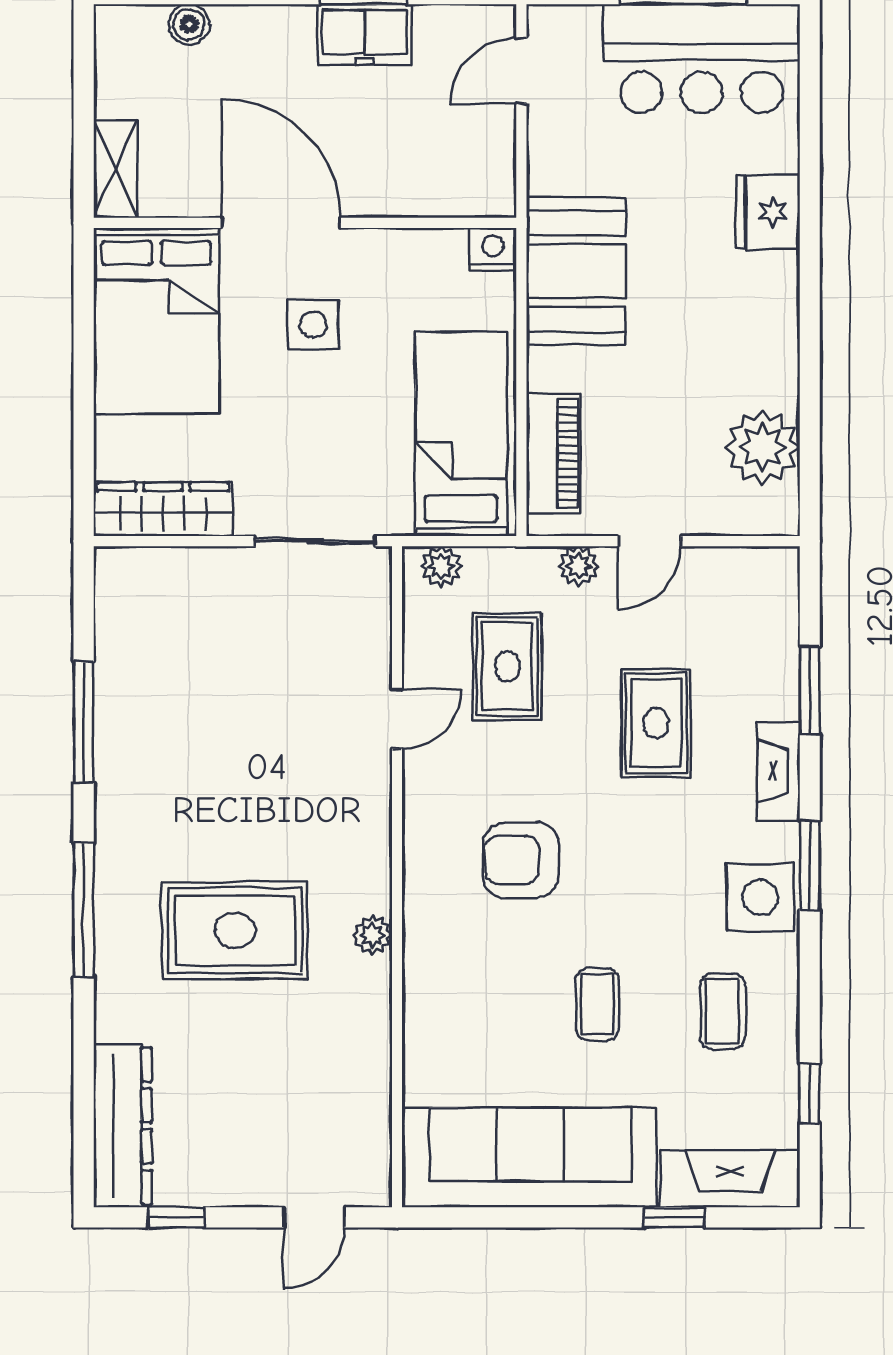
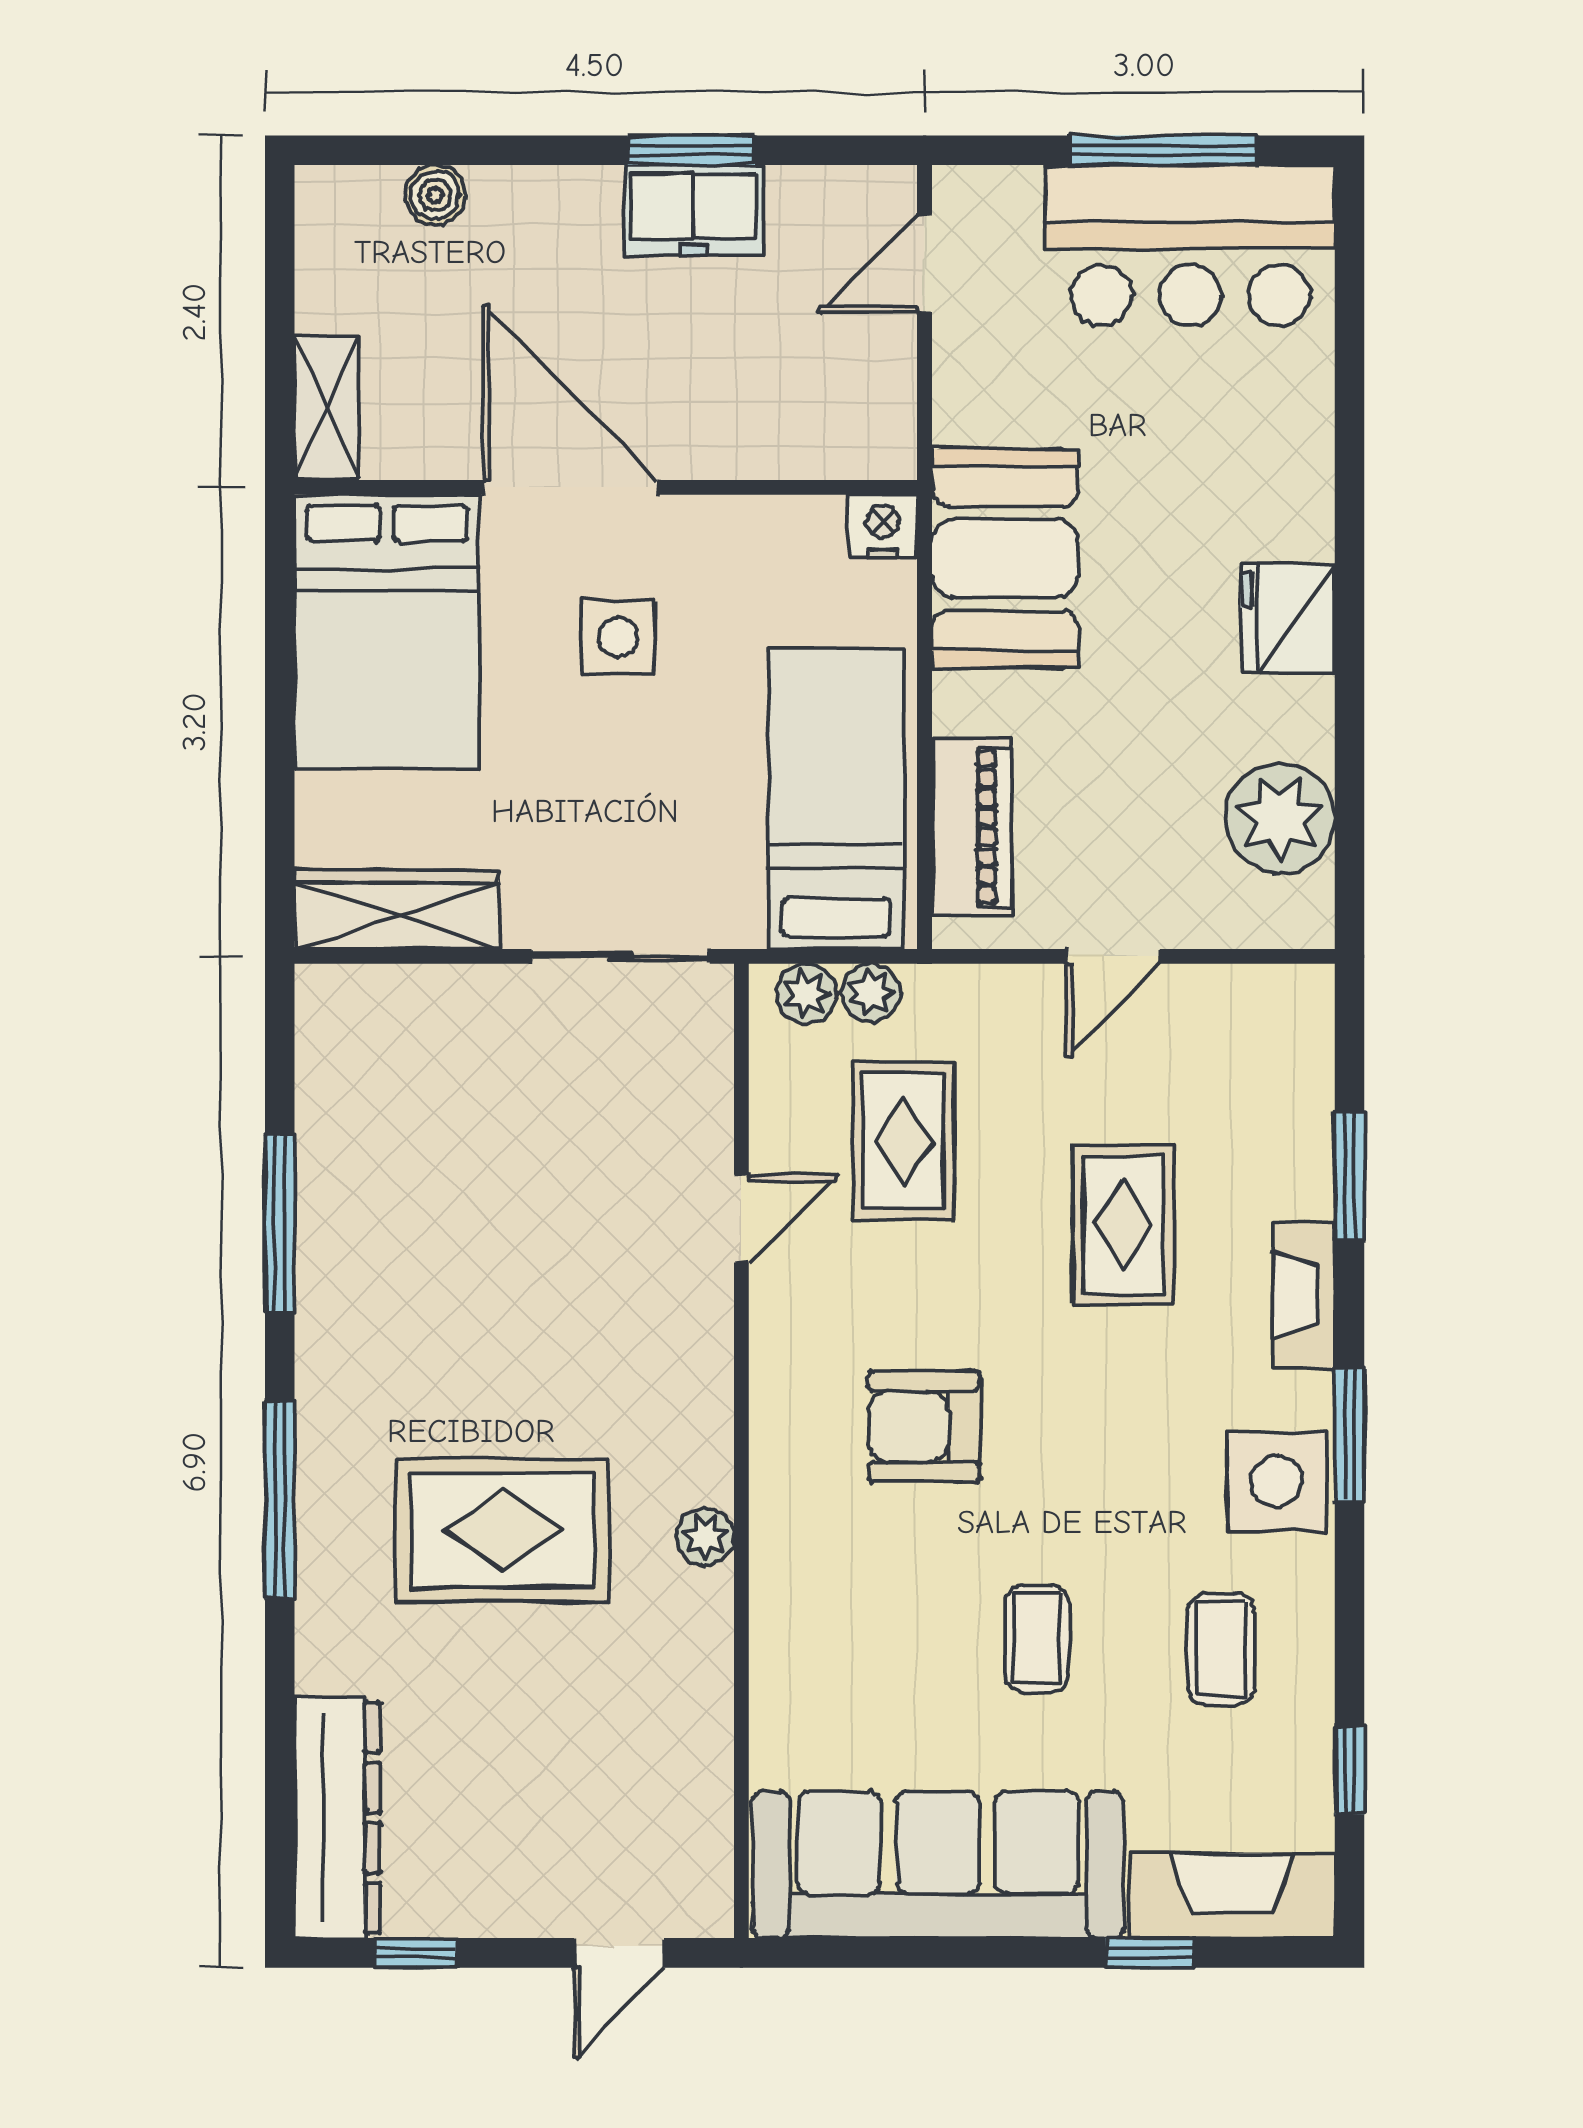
fridge: (768, 212) -> (1288, 619), moved
plant: (579, 566) -> (871, 993), moved

